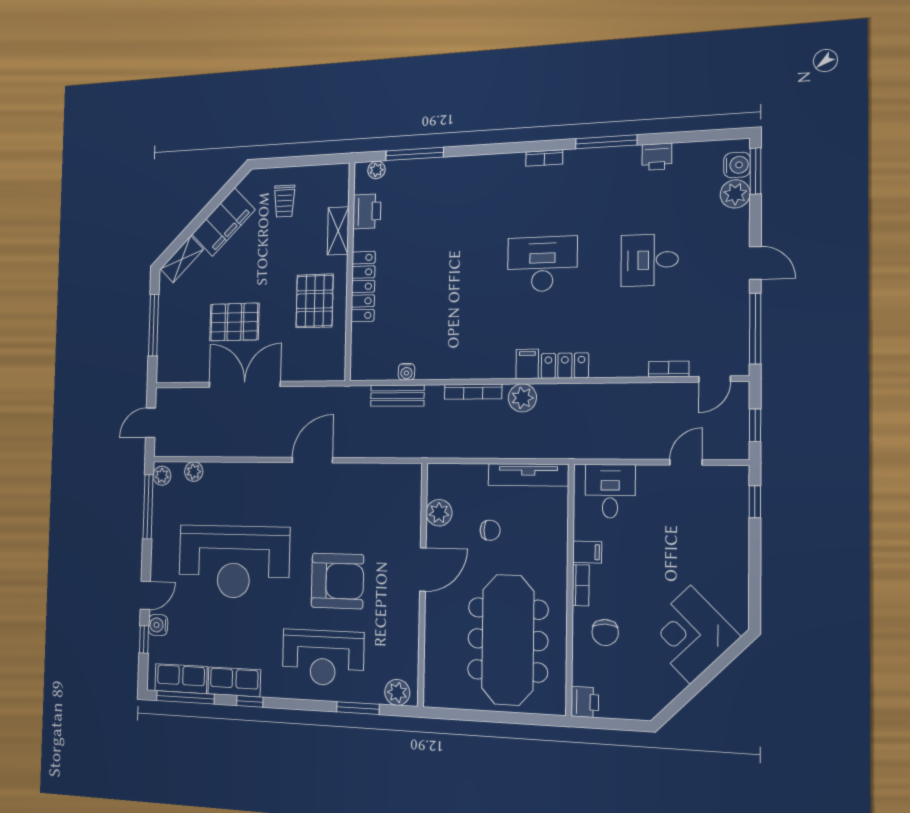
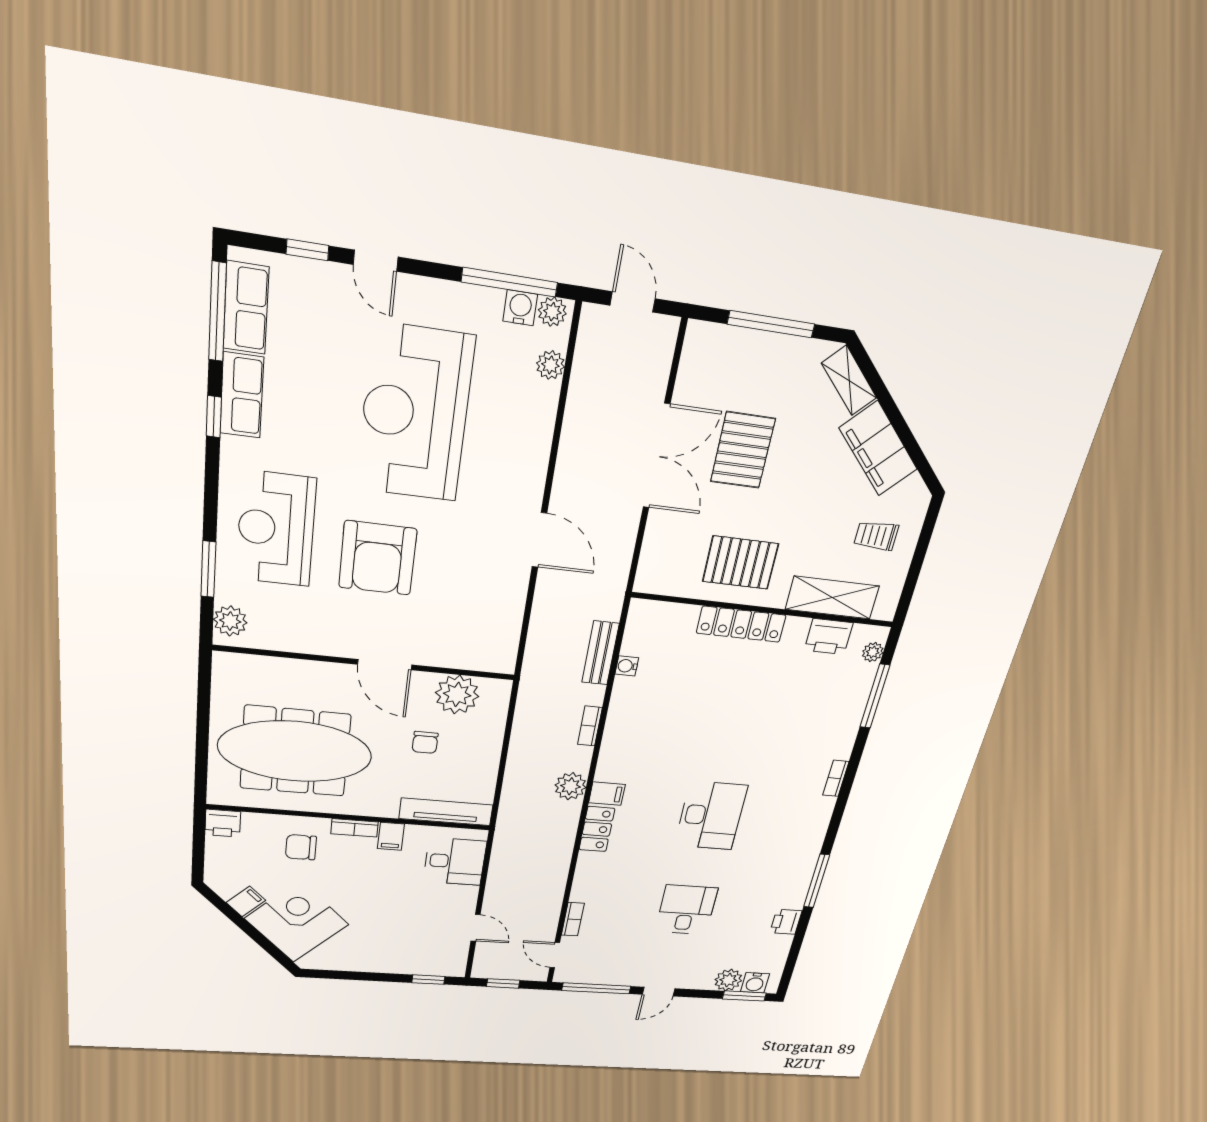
bookcase: (544, 158) -> (836, 778), moved
shelving: (338, 231) -> (832, 598), width x1.50, depth x1.33
bookcase: (473, 392) -> (590, 726), width x0.64
tv unit: (528, 475) -> (446, 812), moved, turned 90
plant: (439, 513) -> (457, 695), width x1.36, depth x1.36
water cooler: (158, 625) -> (520, 308), moved
filing cabinet: (670, 682) -> (246, 901), added

